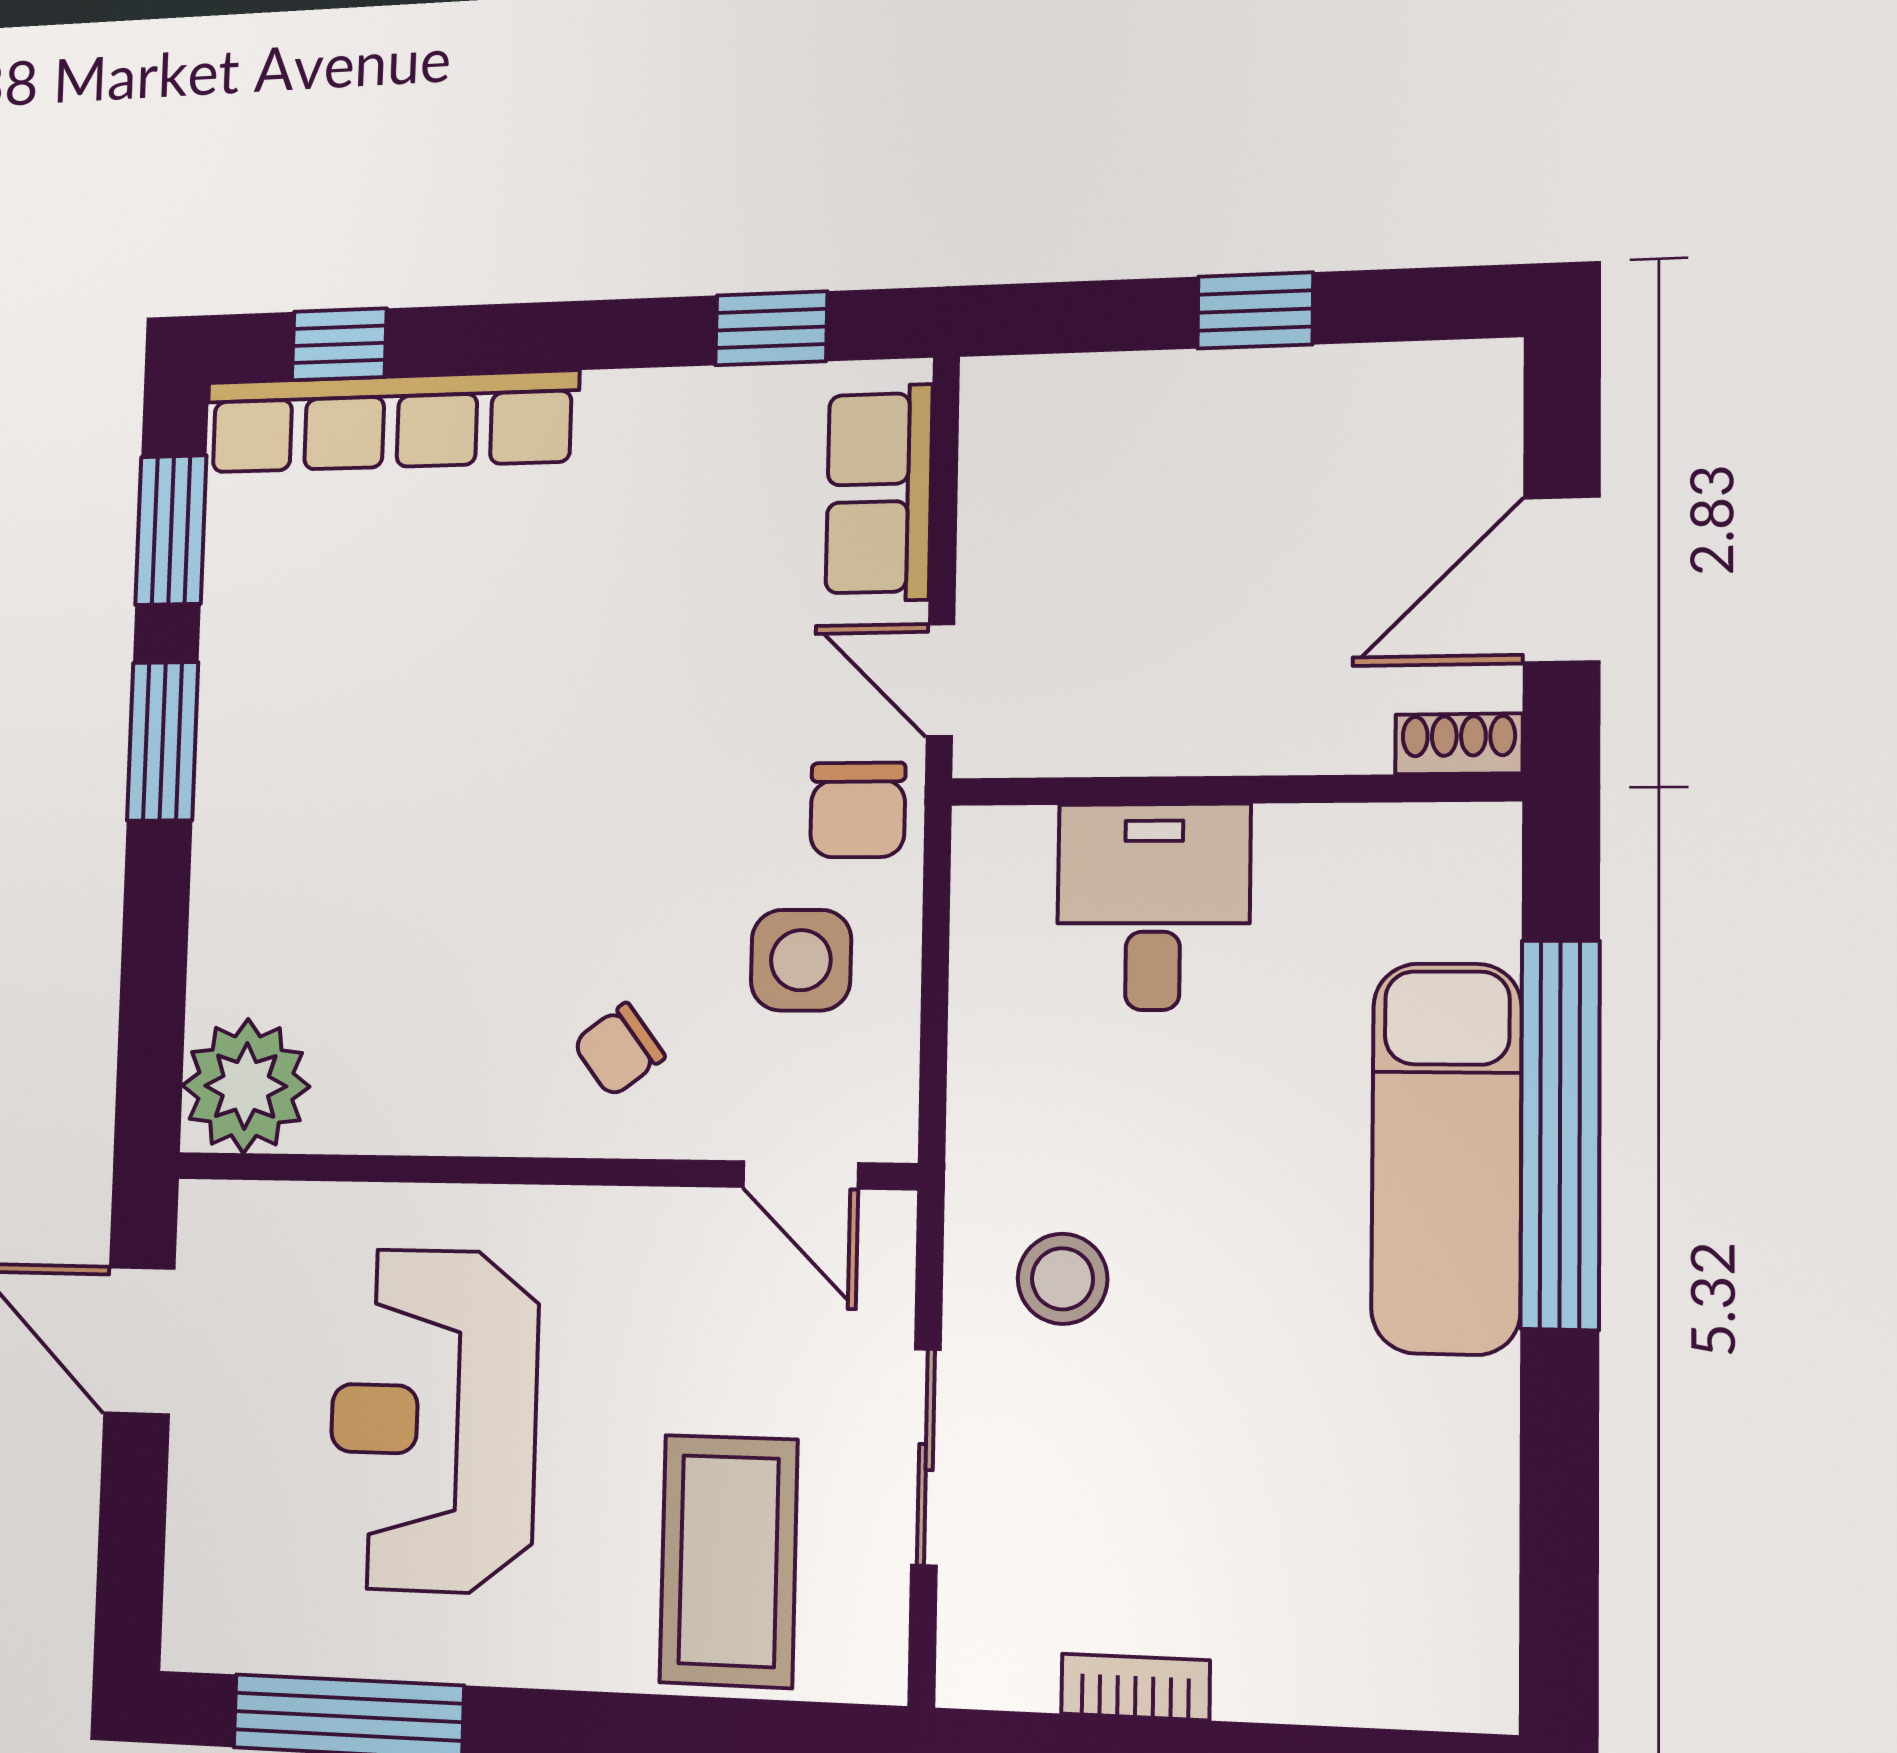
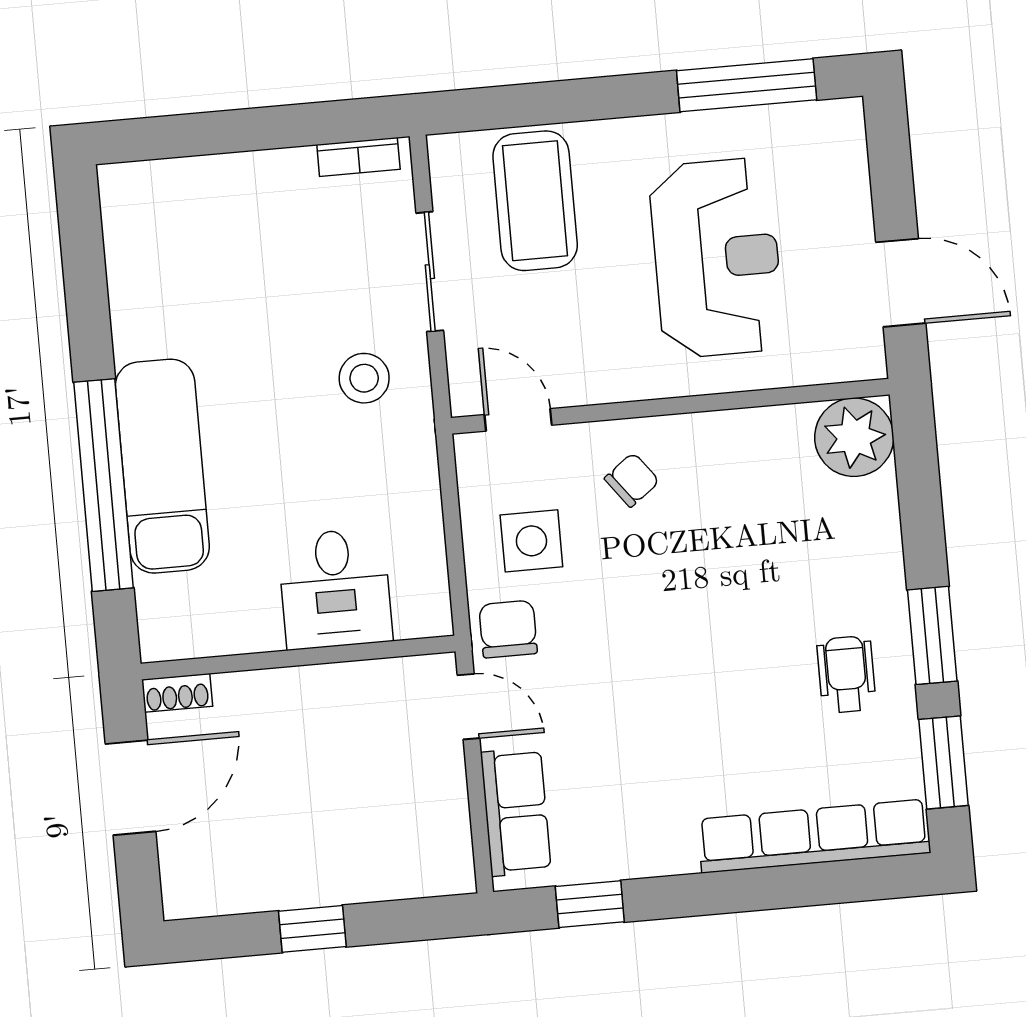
window: (339, 344) -> (852, 881), removed
wheelchair: (306, 688) -> (846, 674), added
bookcase: (1135, 1687) -> (358, 157), moved

